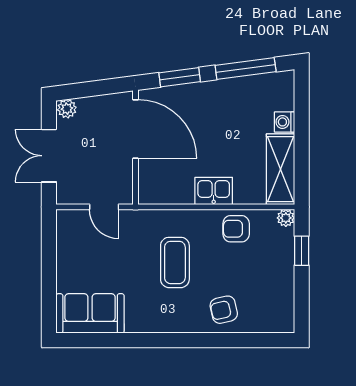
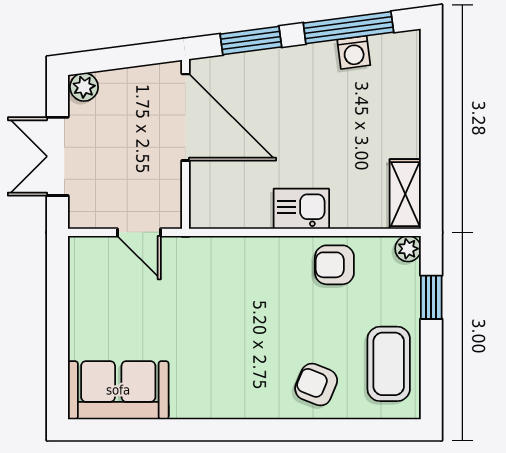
washing machine: (284, 122) -> (354, 52), moved, turned -97
shelving: (280, 169) -> (405, 194), width x0.67, depth x0.75
coffee table: (175, 262) -> (389, 364), moved
armchair: (224, 310) -> (316, 385), turned 35

